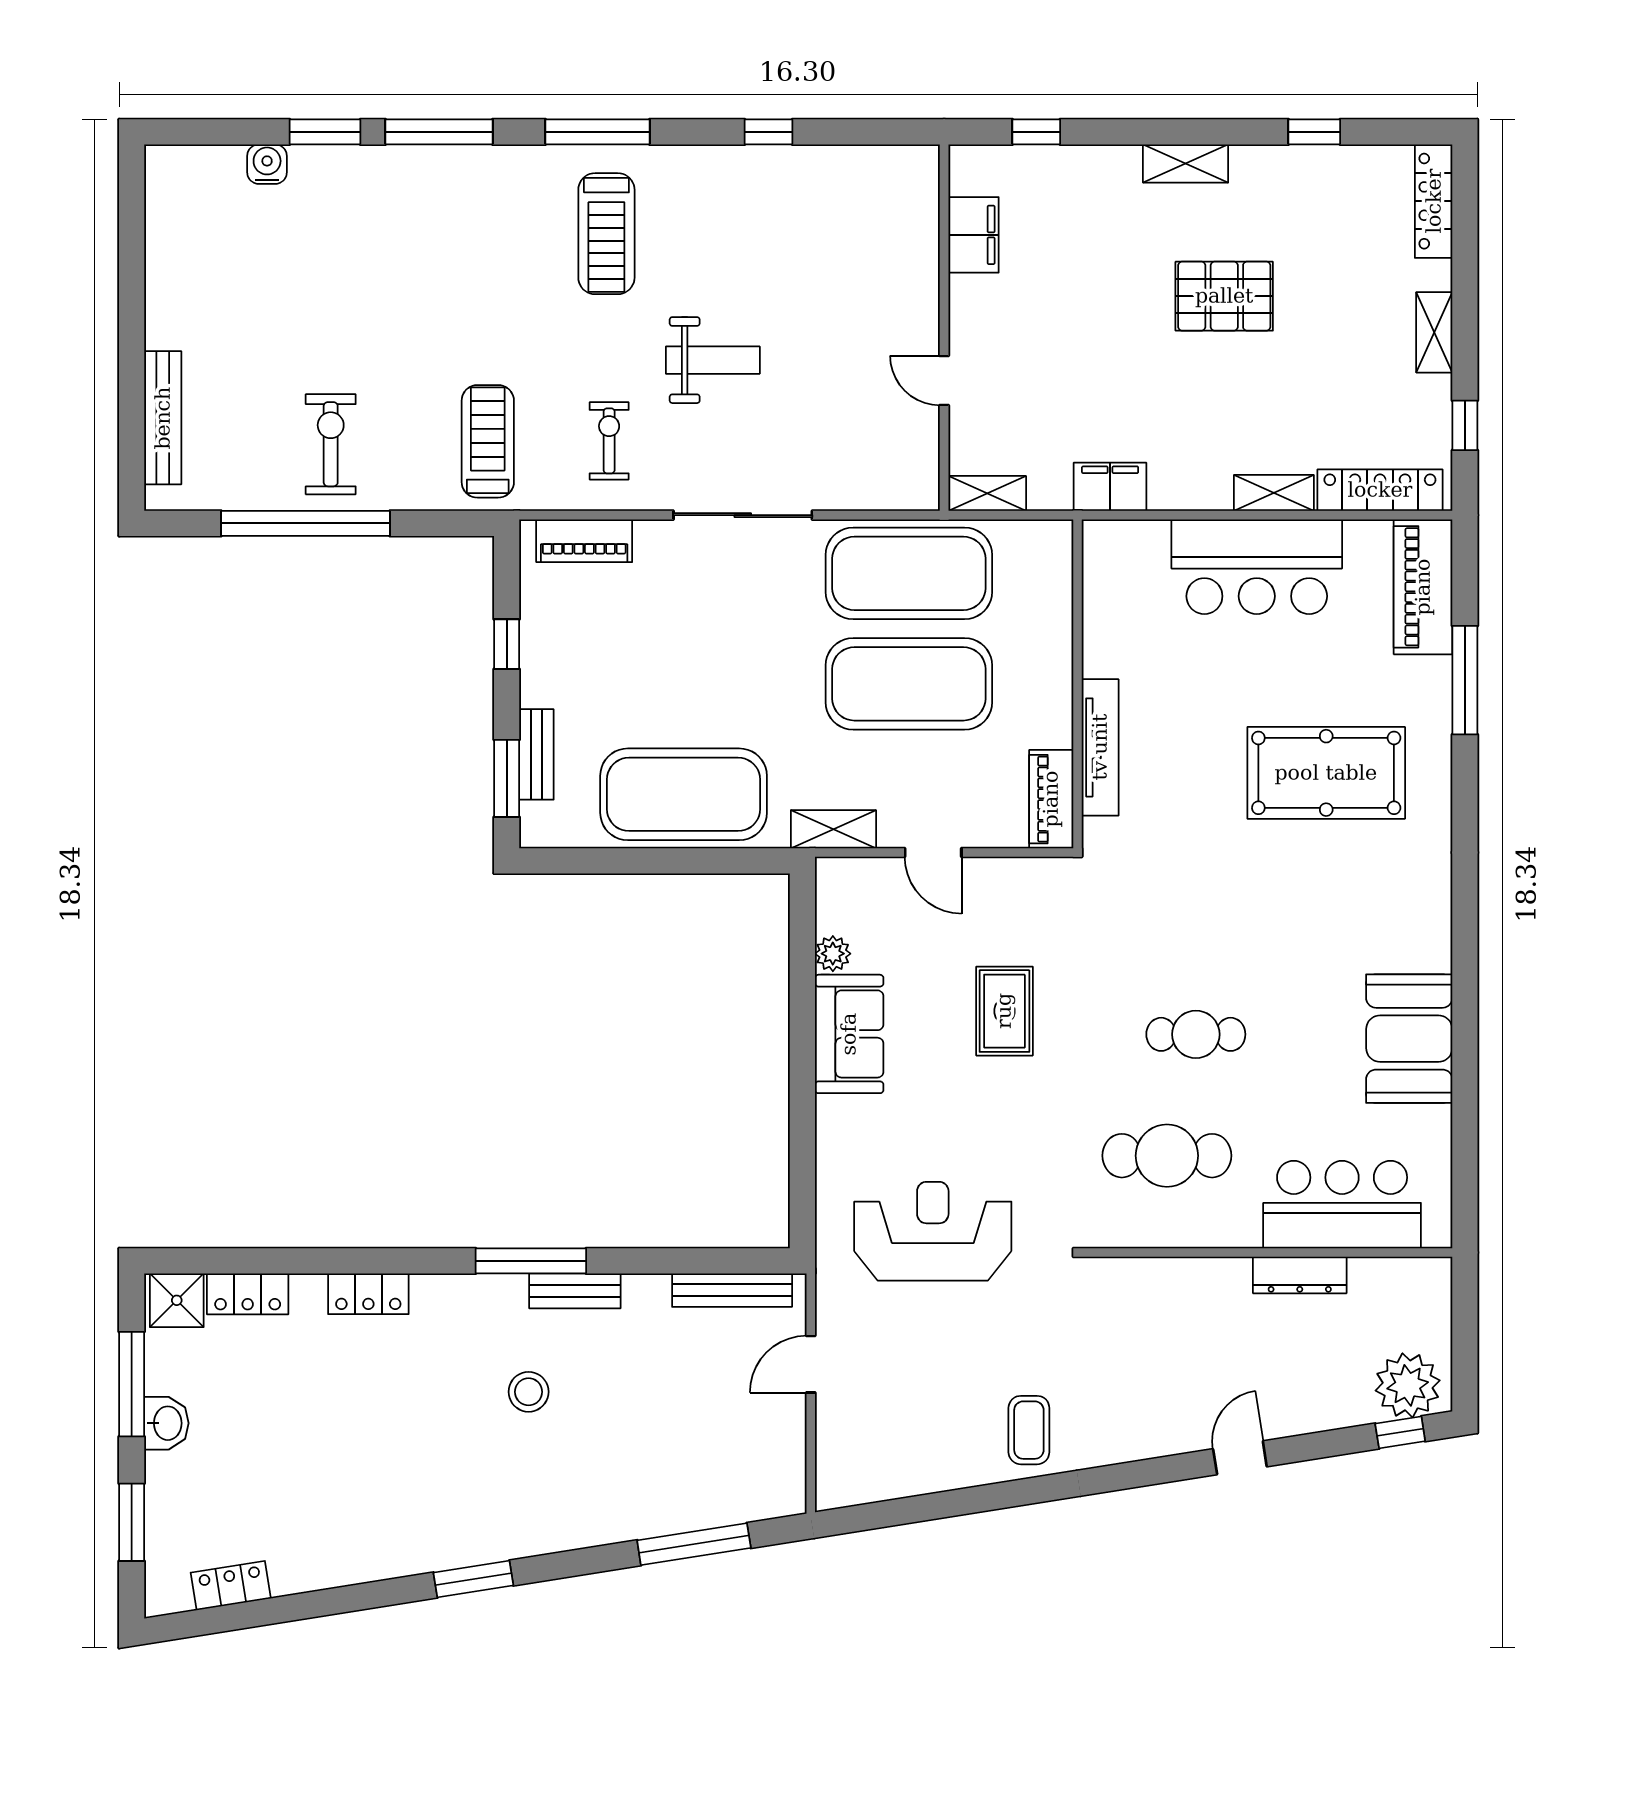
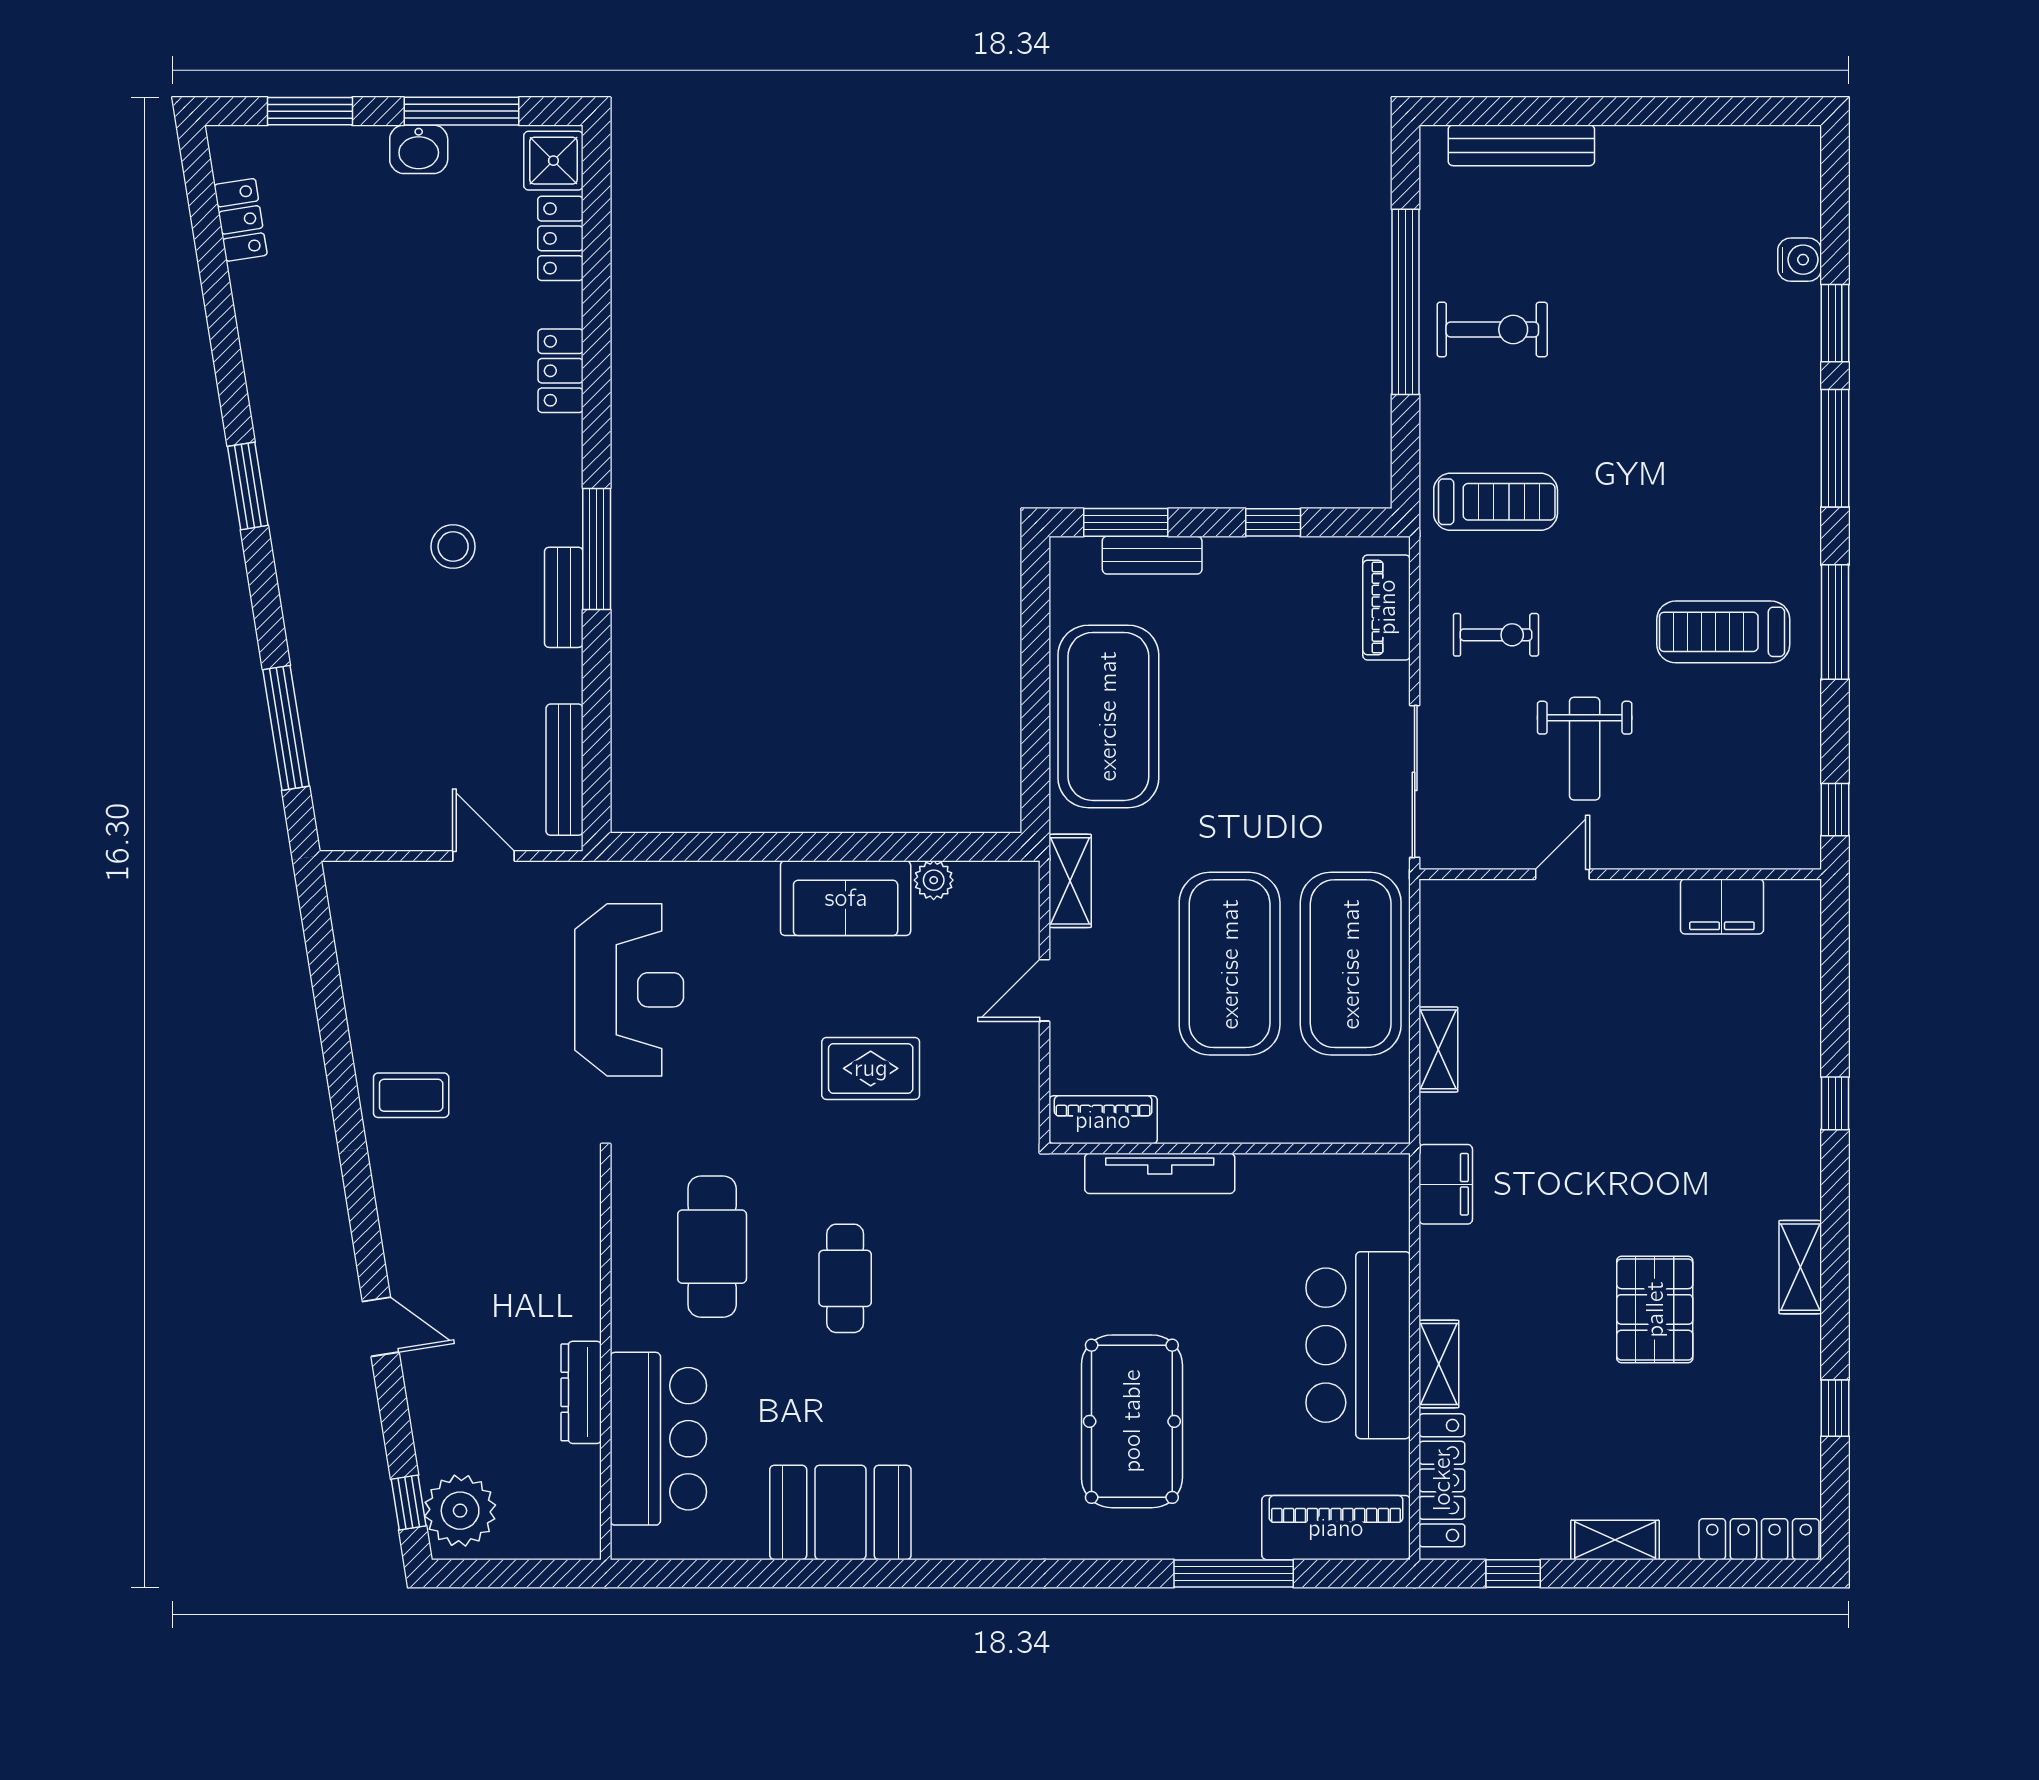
filing cabinet: (973, 235) -> (1722, 906), moved
wall: (944, 328) -> (1620, 874), moved
door: (944, 380) -> (1562, 874), moved

